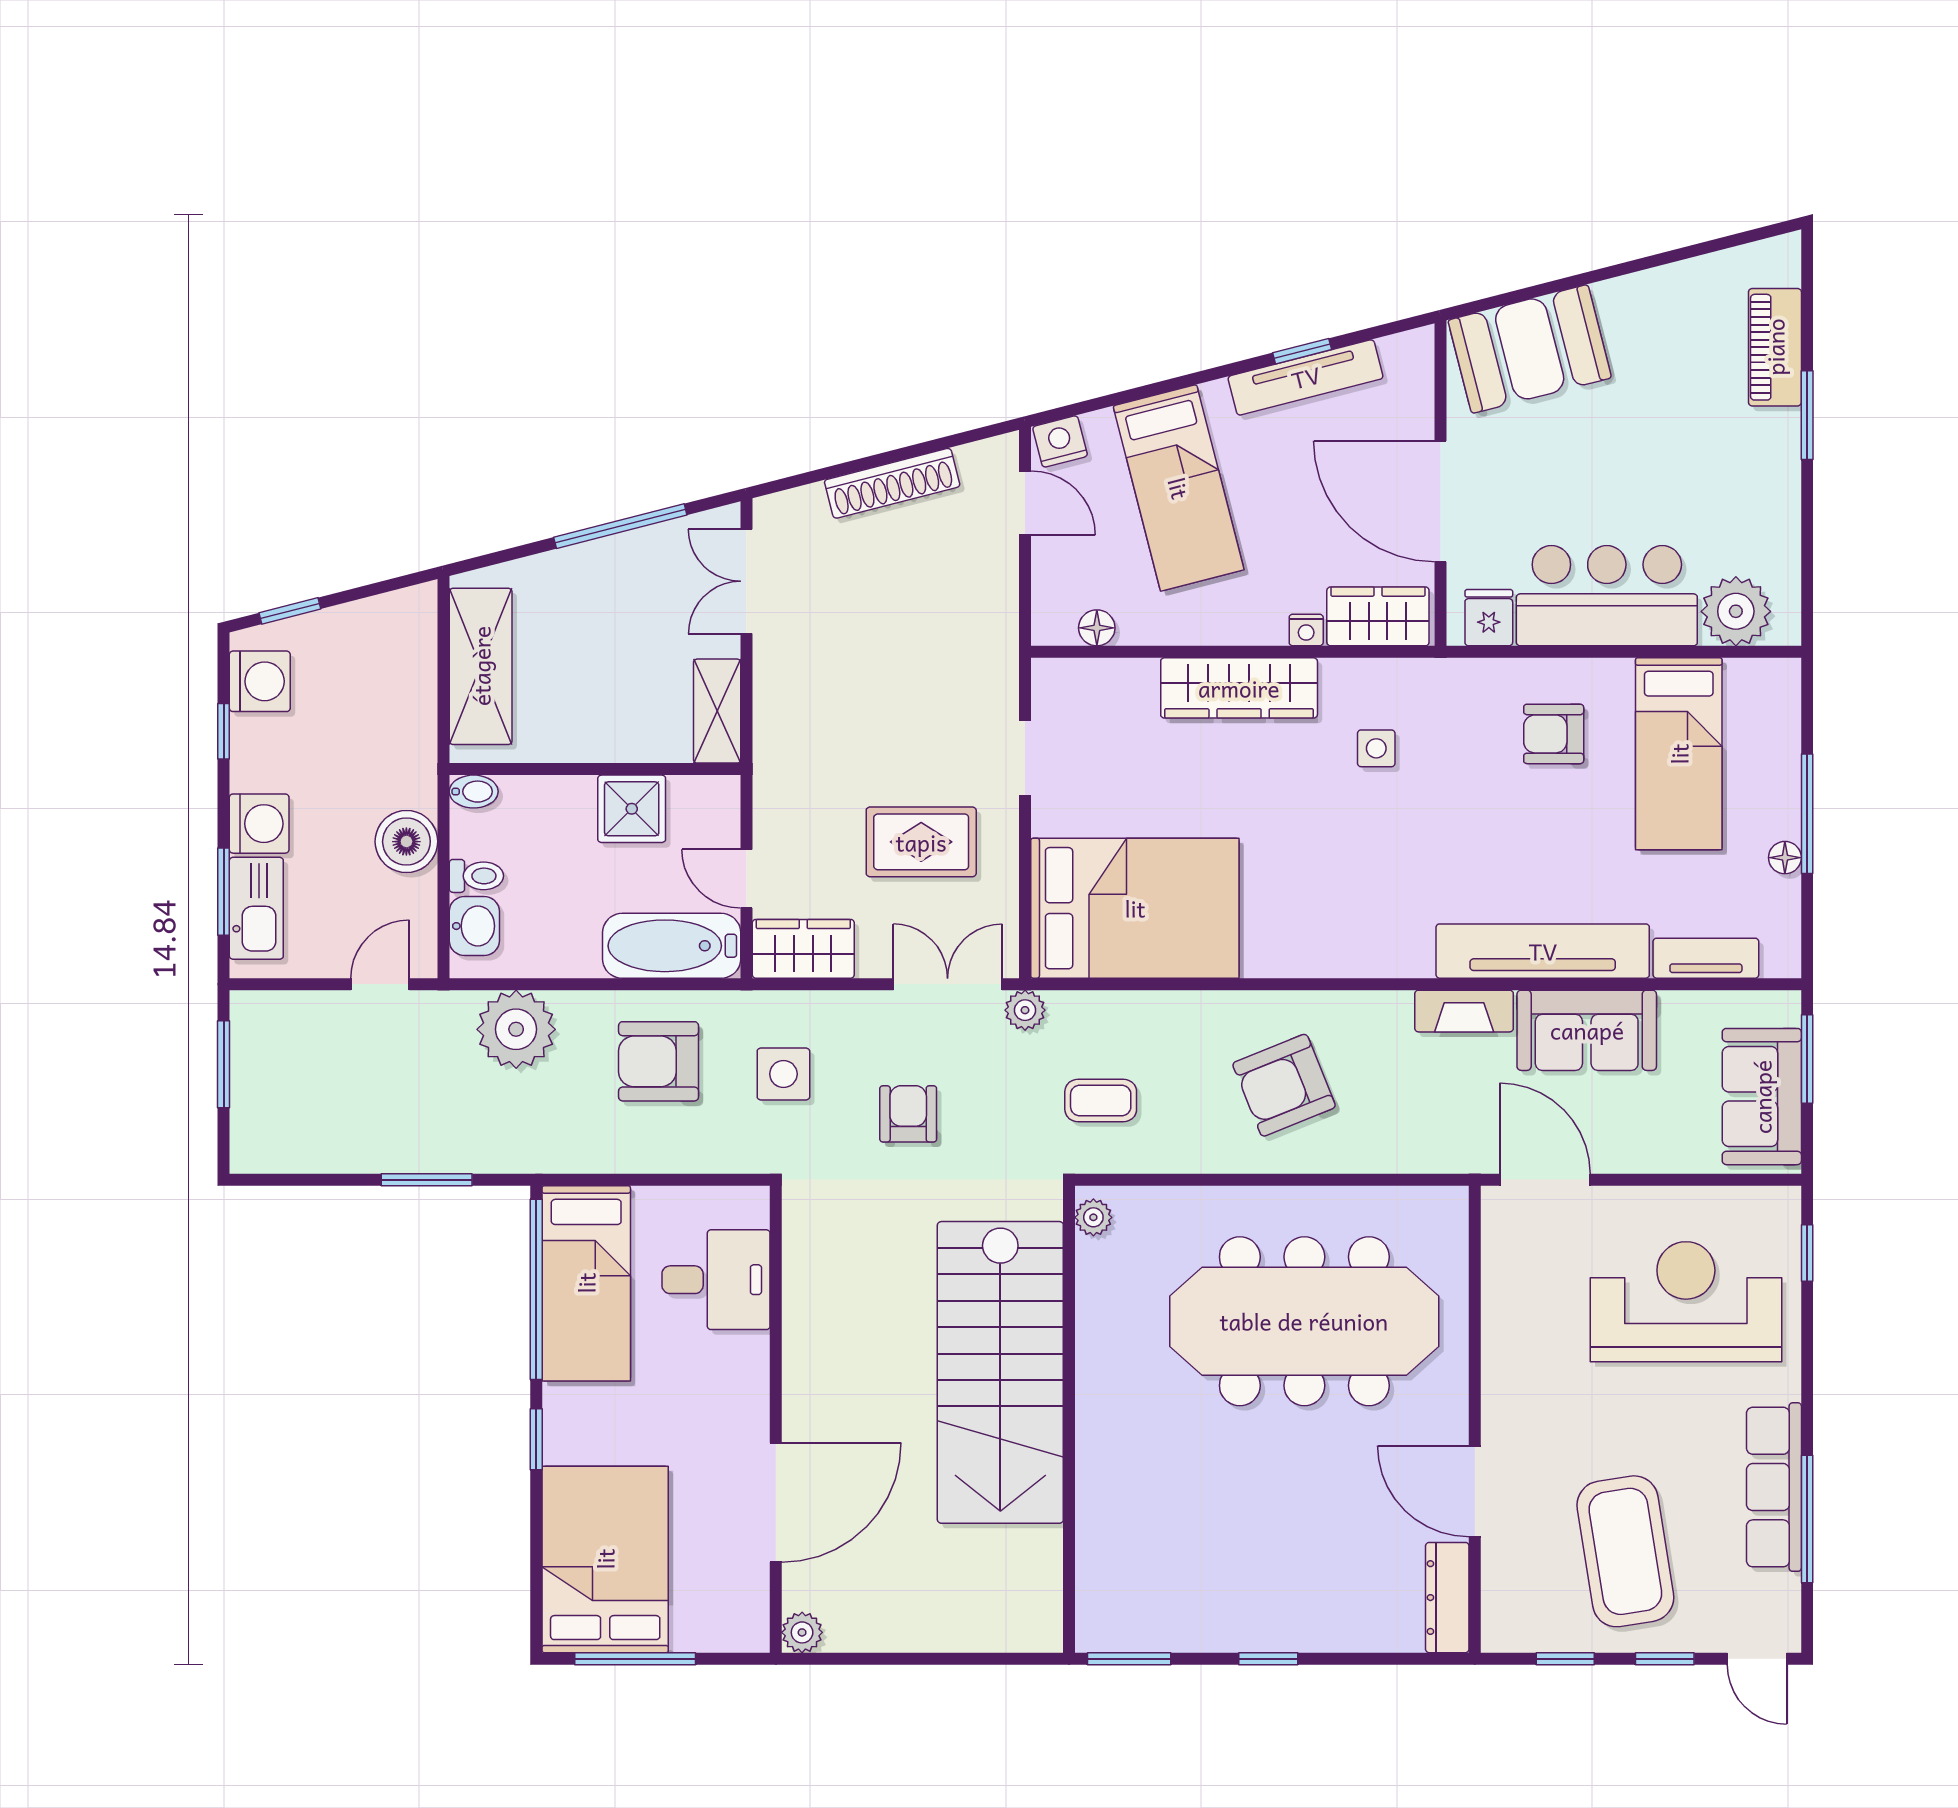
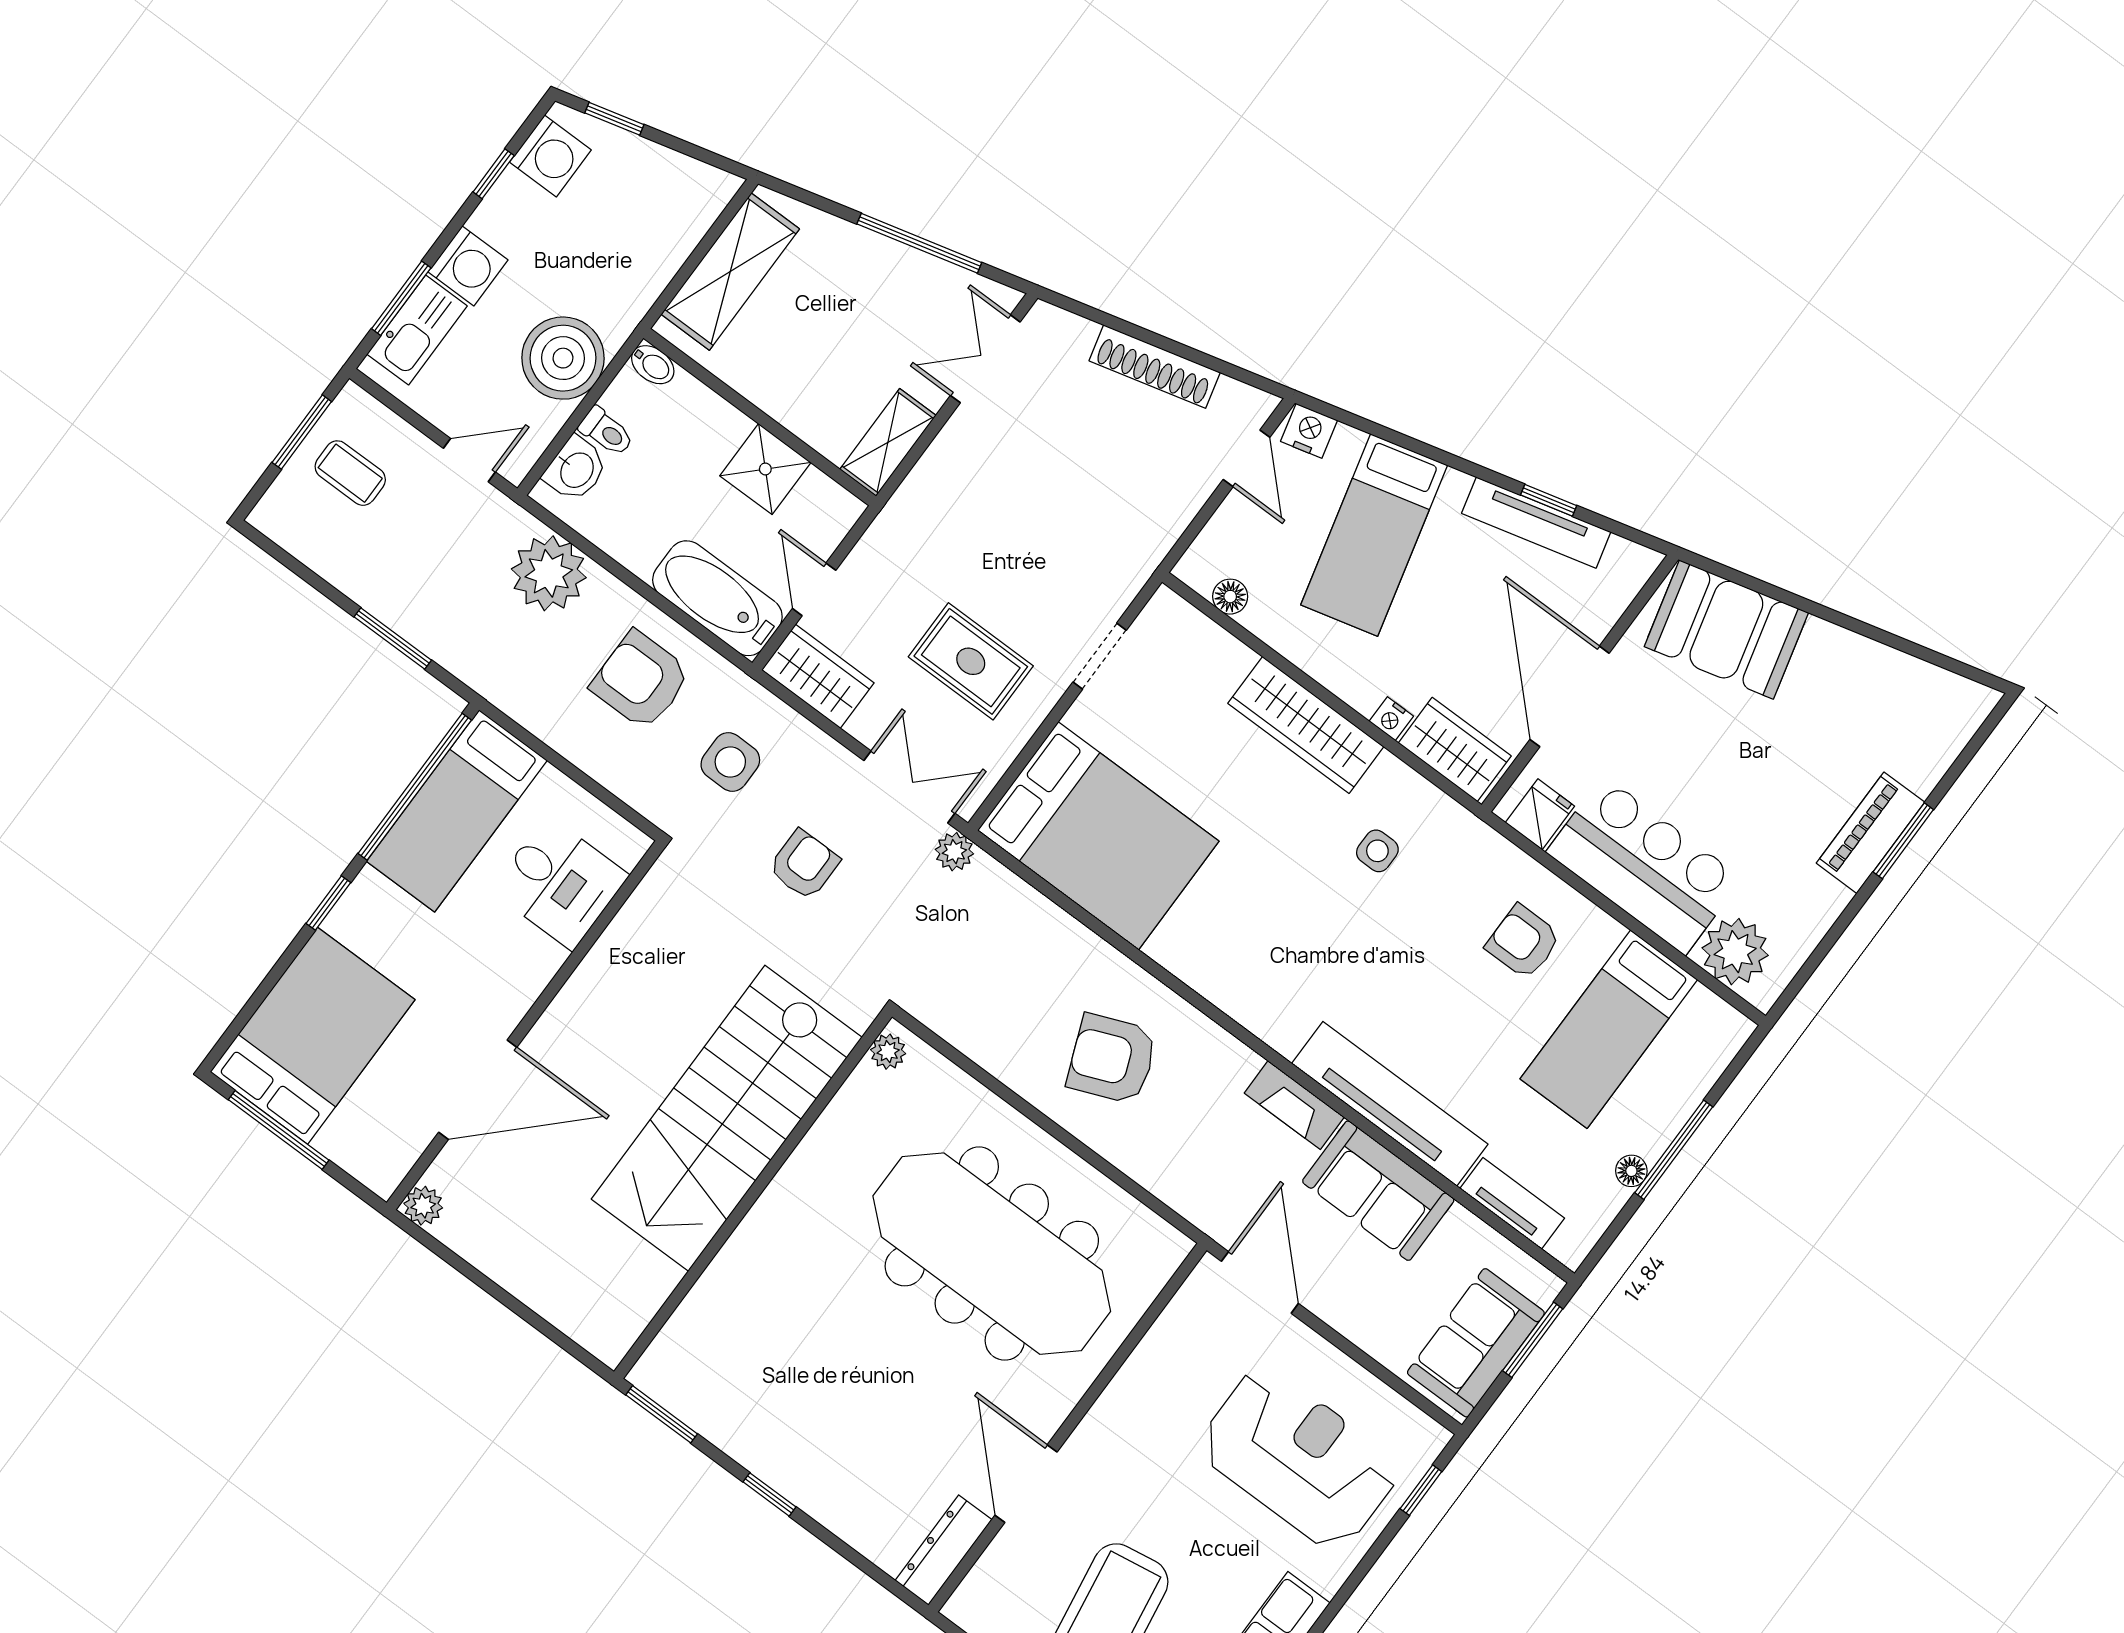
piano: (1775, 347) -> (1870, 833), moved
boiler: (406, 842) -> (563, 358), width x1.37, depth x1.37
coffee table: (1101, 1100) -> (350, 473), moved

